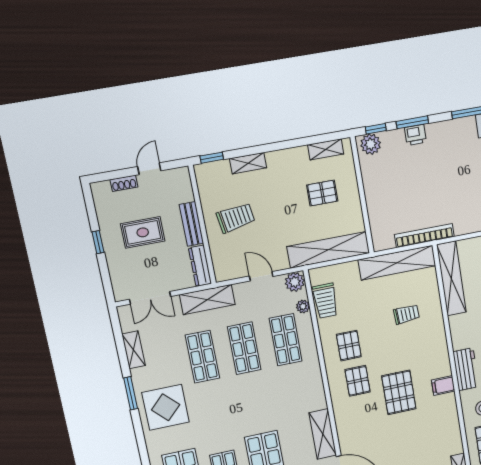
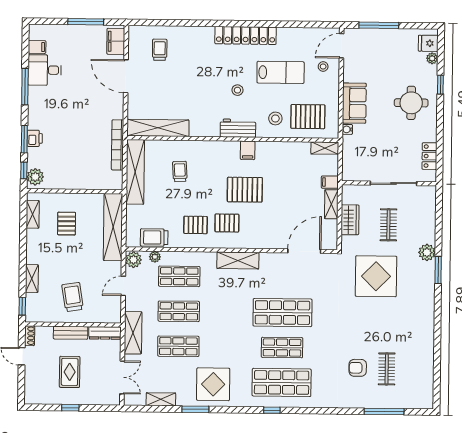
shoe rack: (124, 183) -> (30, 336), moved
trolley: (325, 301) -> (154, 237), turned 180
shelving: (323, 434) -> (238, 260), moved

